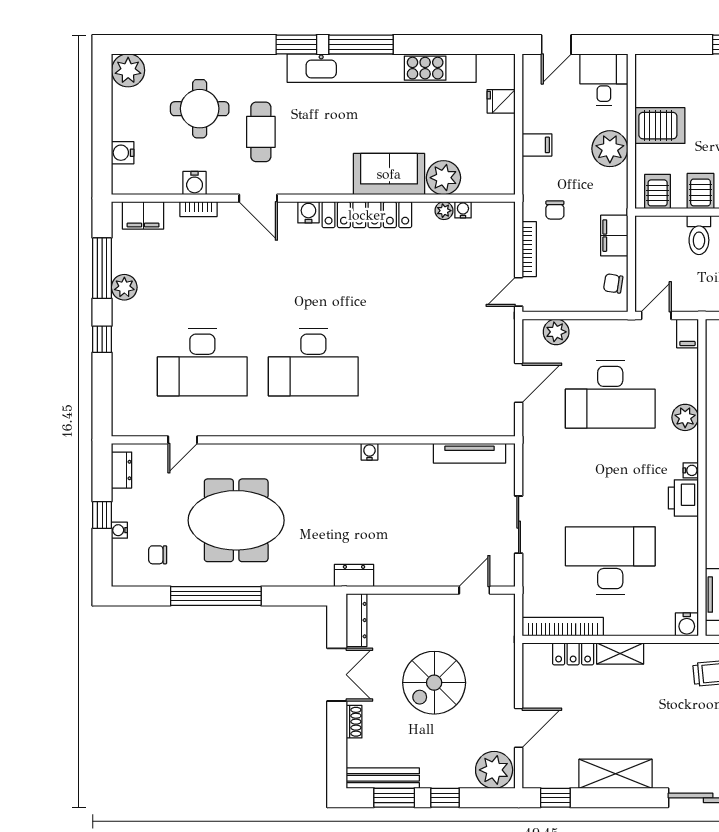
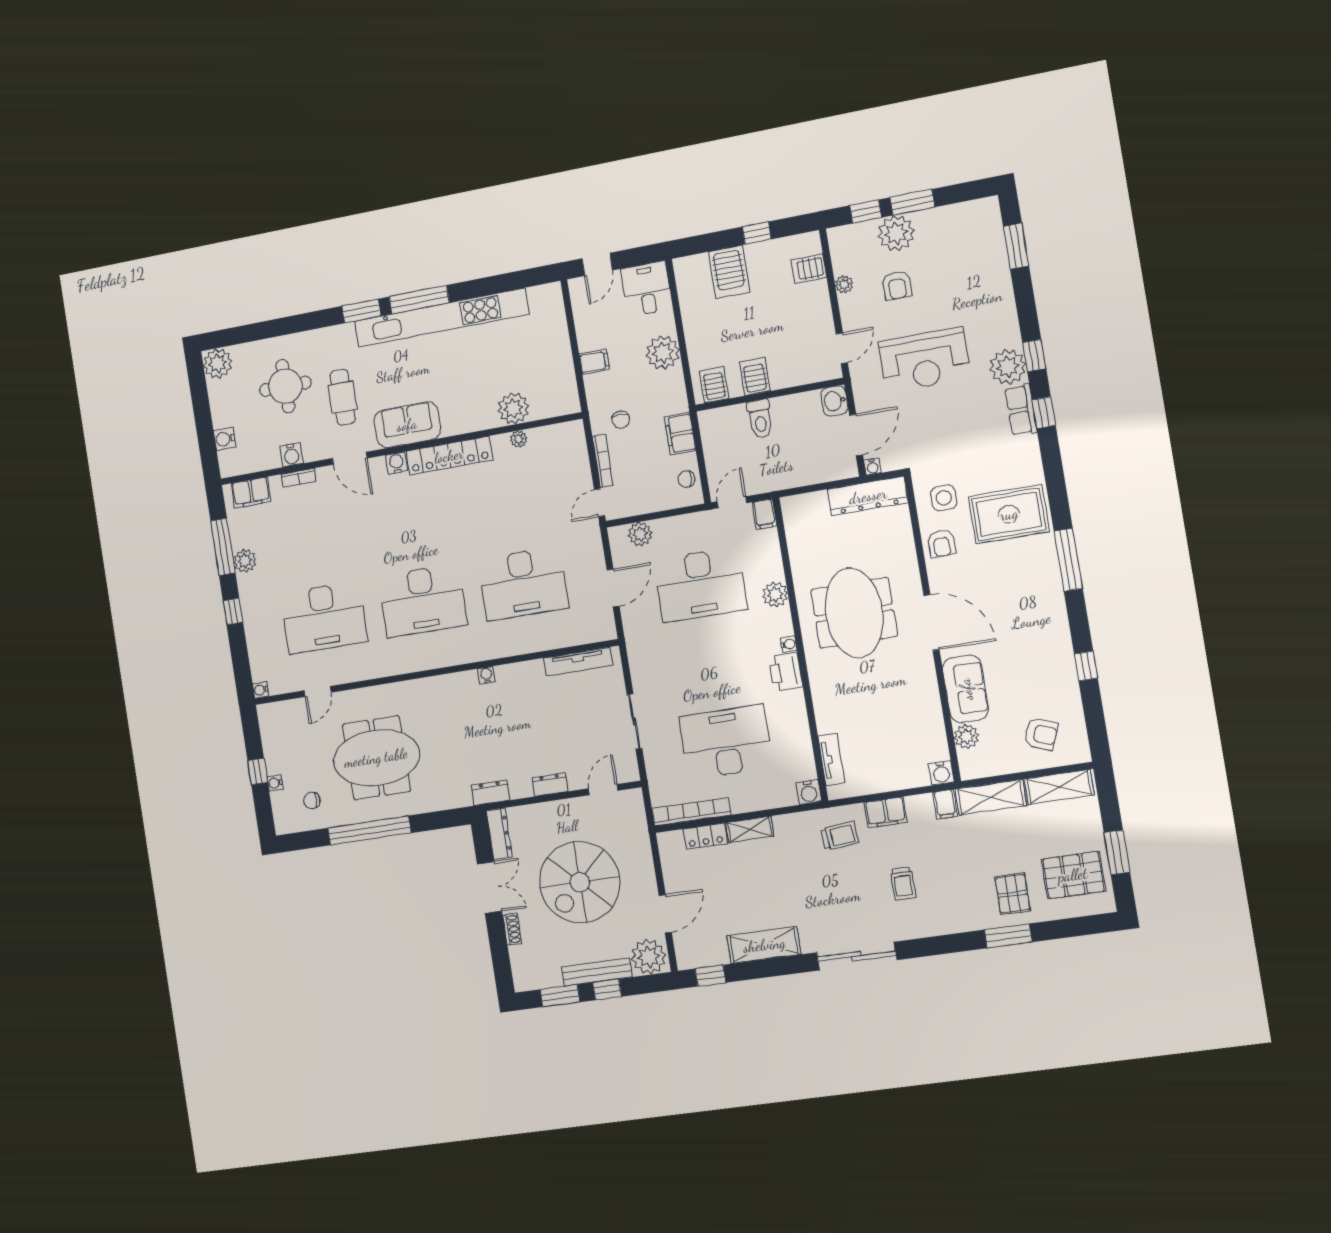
fridge: (501, 101) -> (555, 327), removed
server rack: (660, 126) -> (729, 272), moved, turned 90
sofa: (389, 174) -> (407, 425), moved
water cooler: (463, 210) -> (261, 690), moved, turned -90
desk: (424, 362) -> (523, 584), added
dresser: (122, 470) -> (550, 784), moved, turned -90
spiral stairs: (434, 683) -> (580, 882), width x1.37, depth x1.37
bench: (383, 778) -> (597, 972), moved

